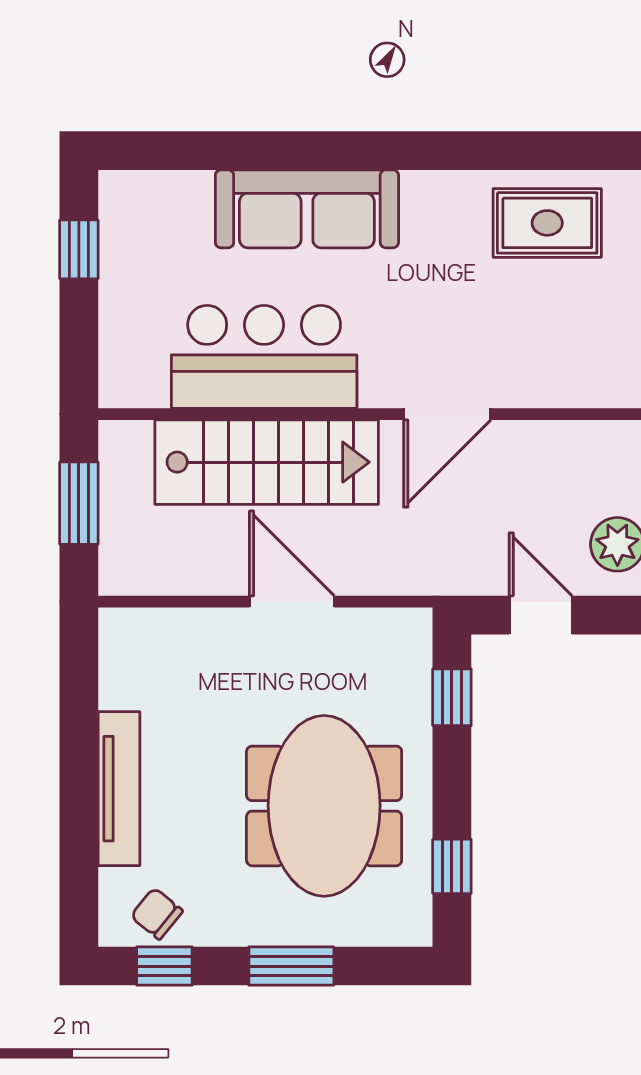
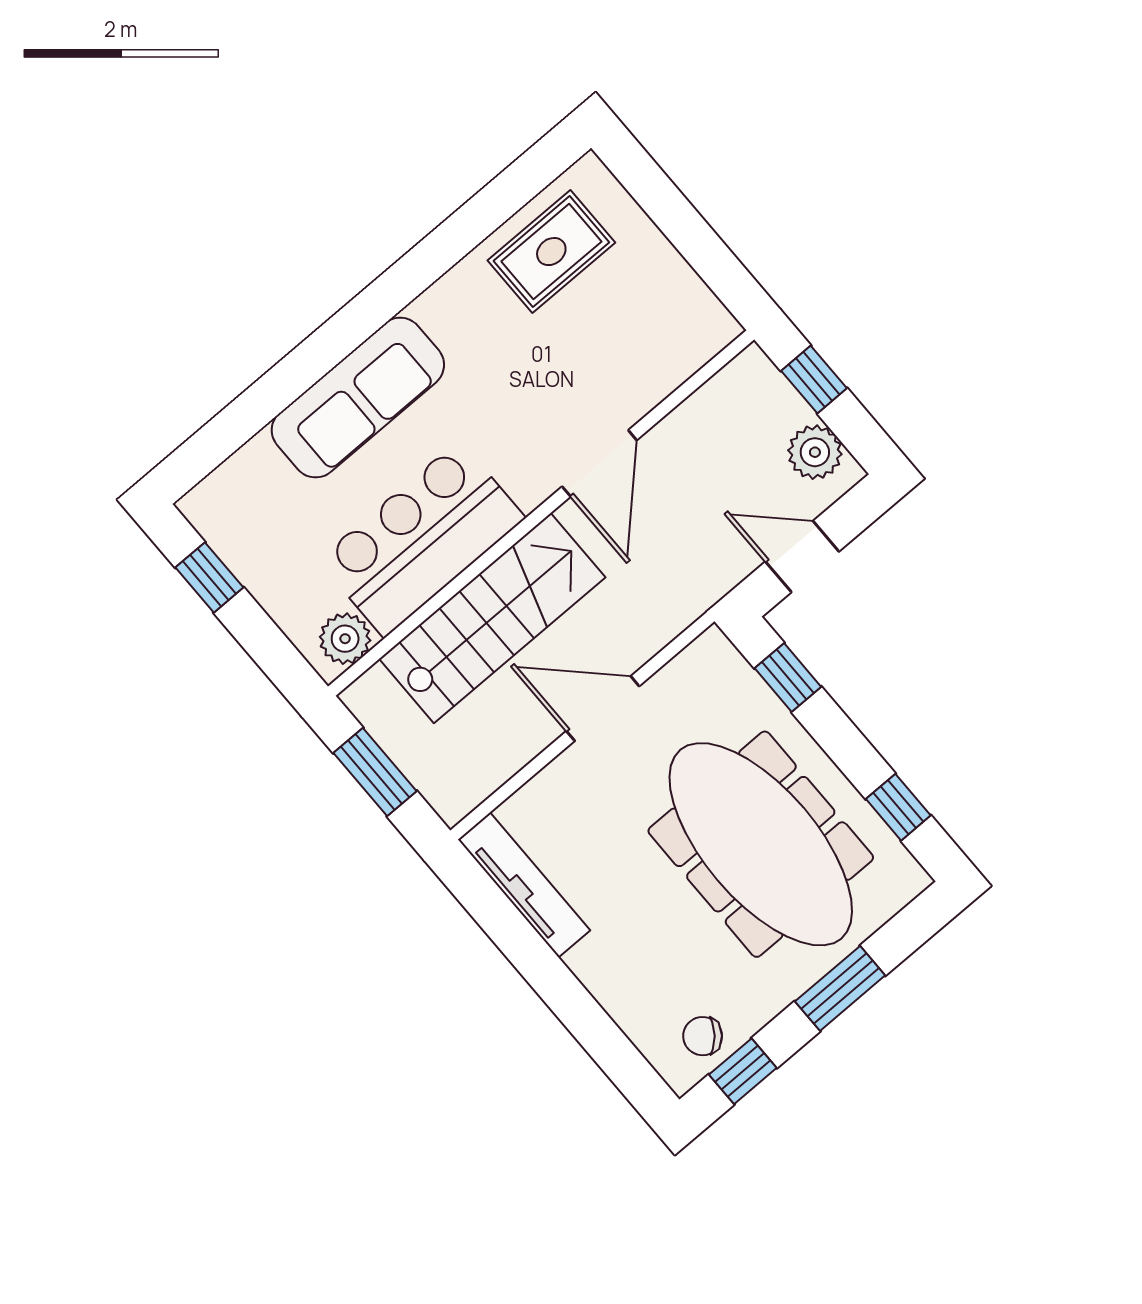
plant: (142, 383) -> (345, 639), added
tv unit: (119, 789) -> (524, 885), moved
meeting table: (324, 806) -> (761, 844), width x1.36

